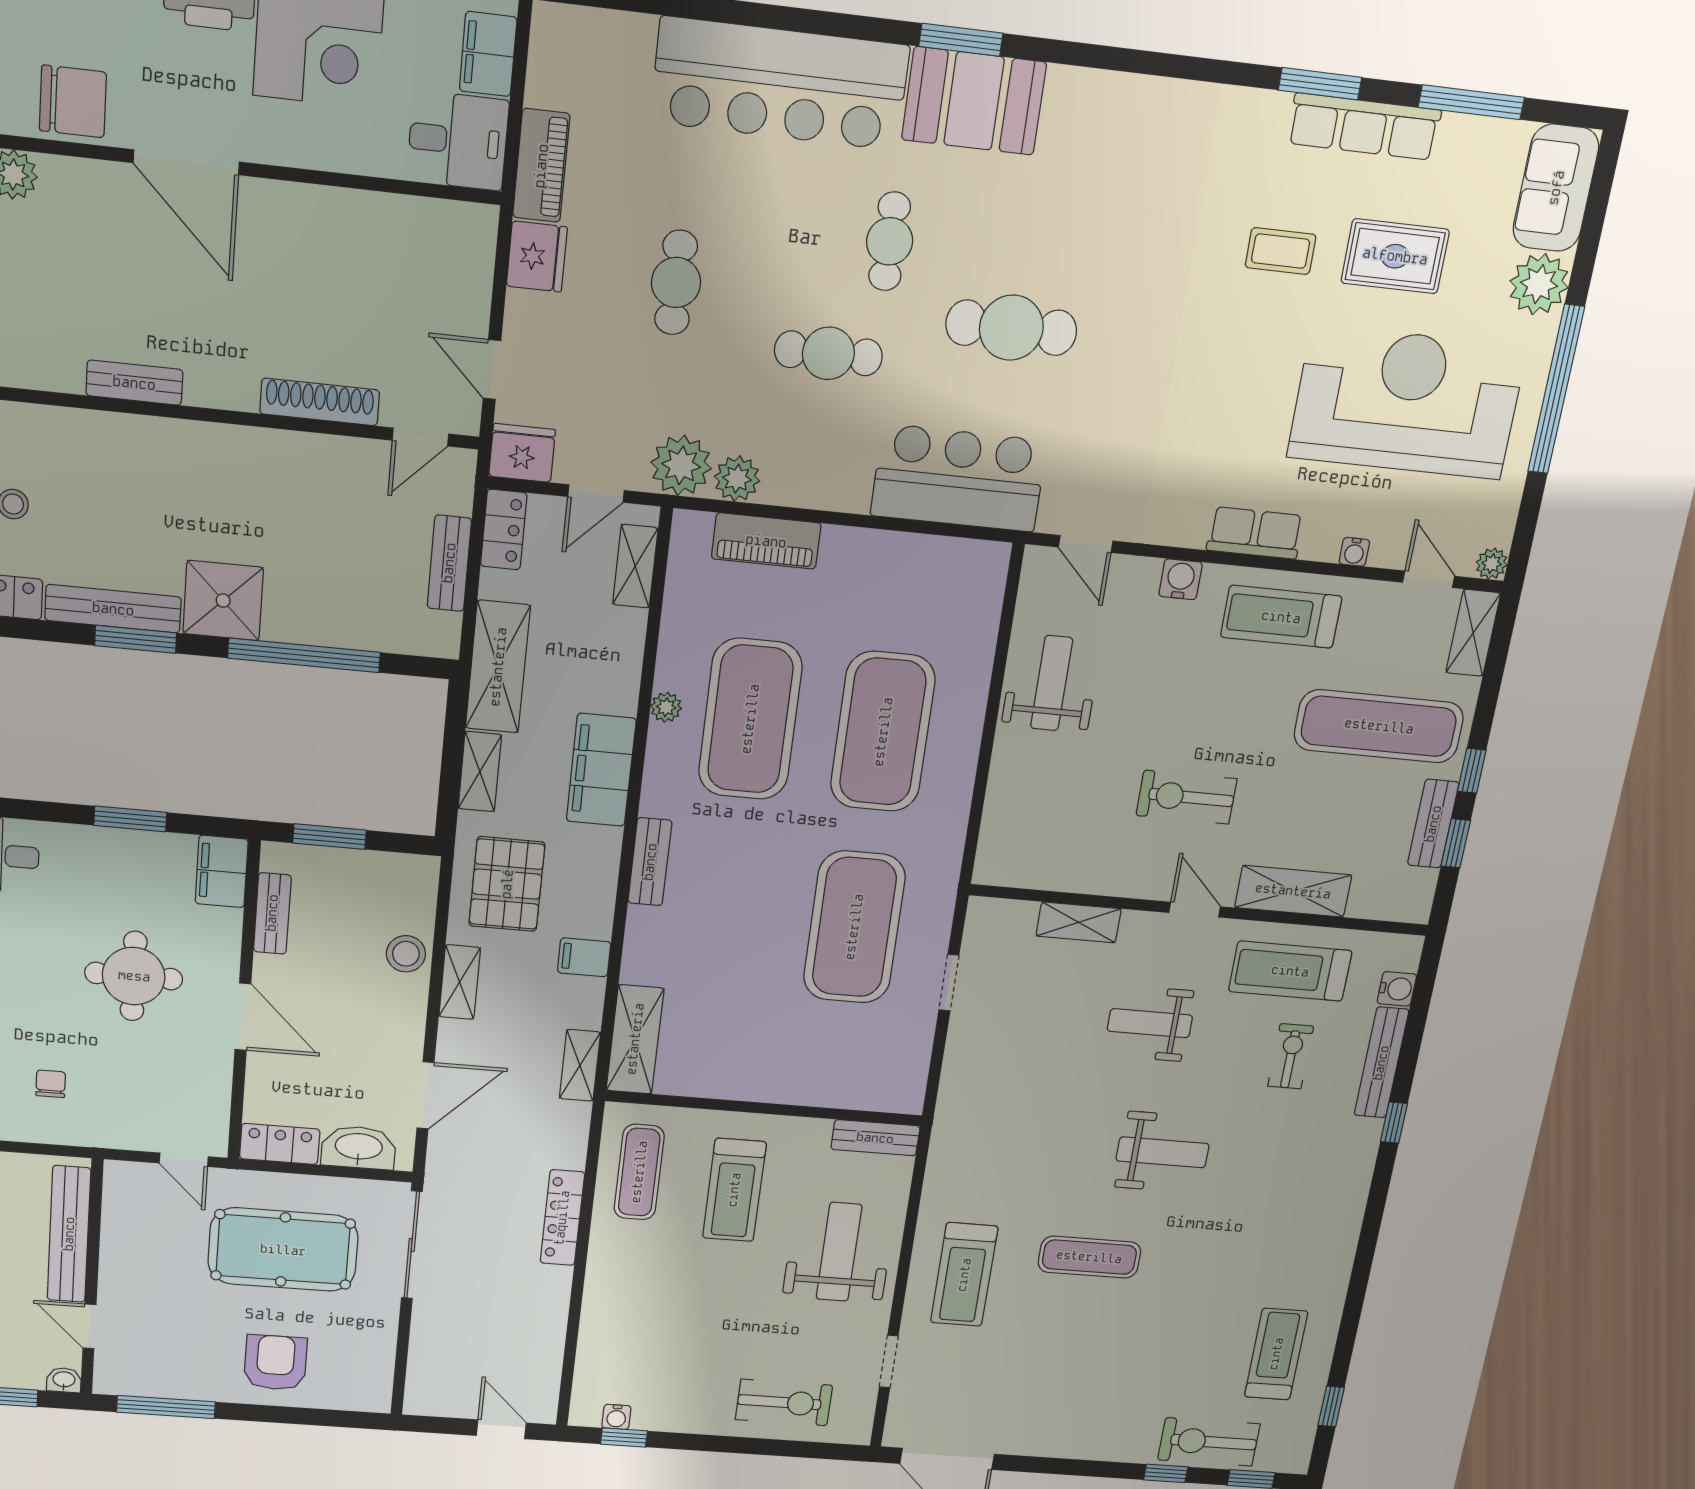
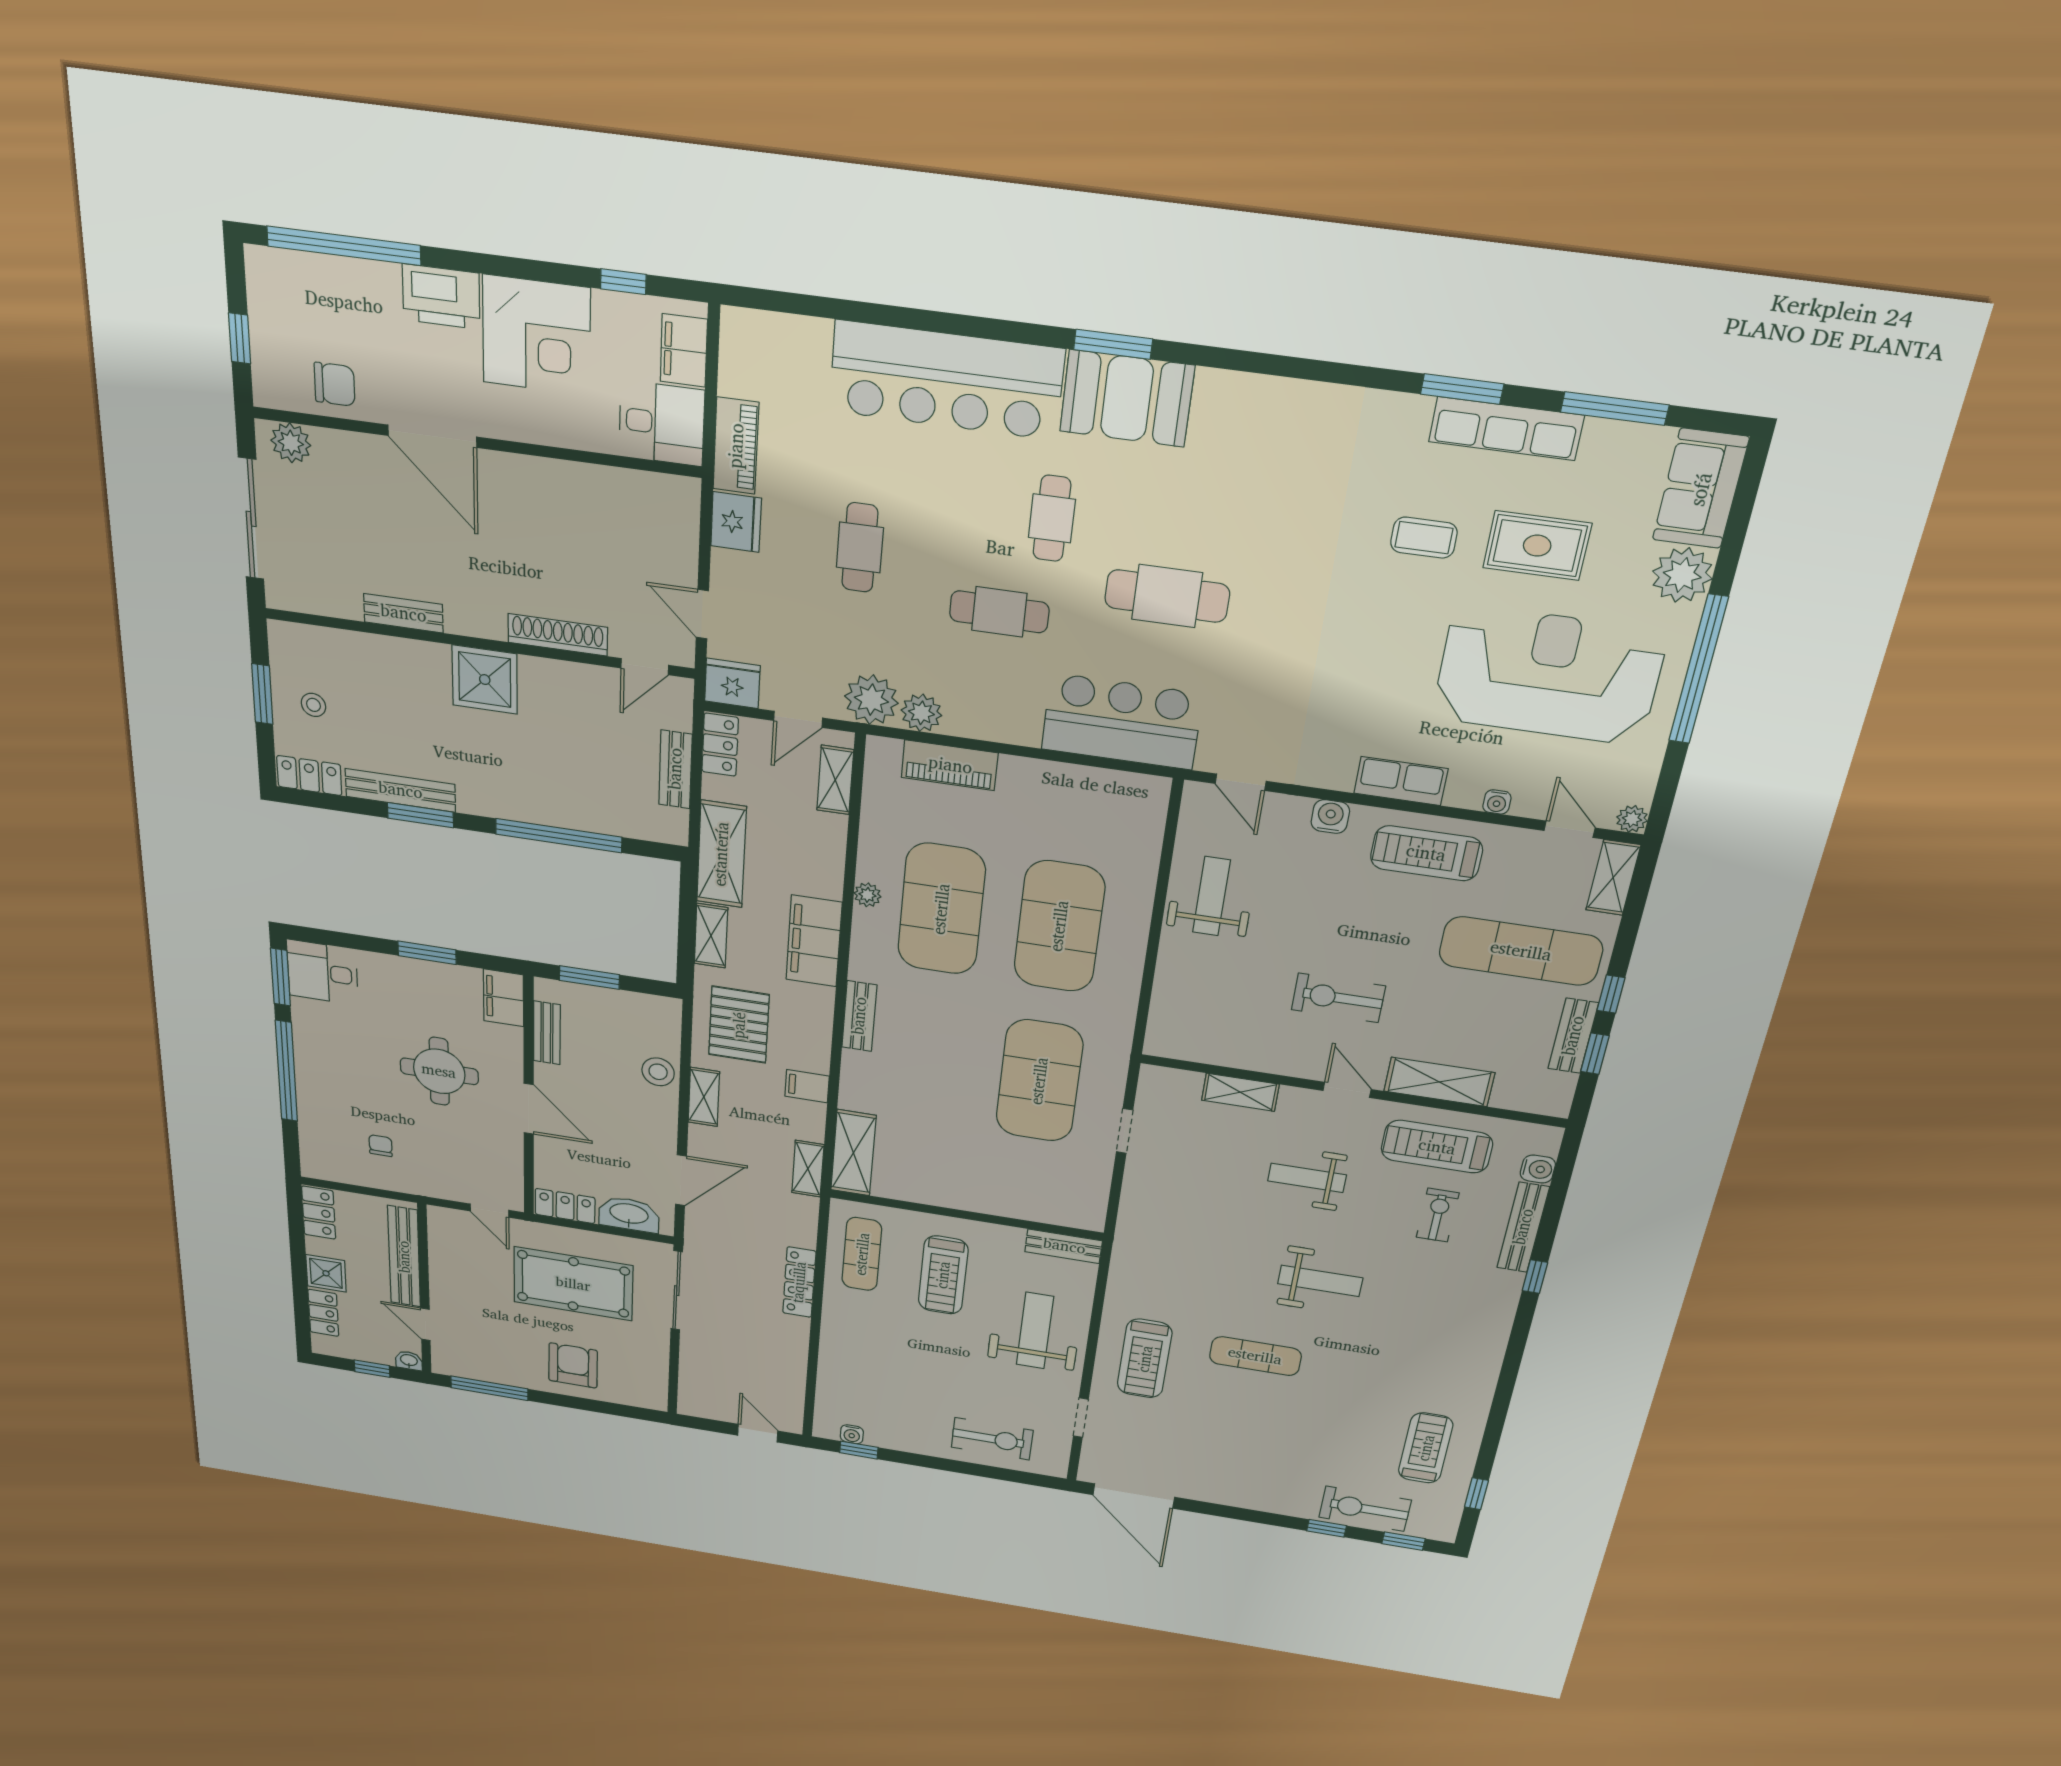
chair: (73, 101) -> (335, 384), width x0.73, depth x0.73
shower: (223, 601) -> (485, 680), moved

